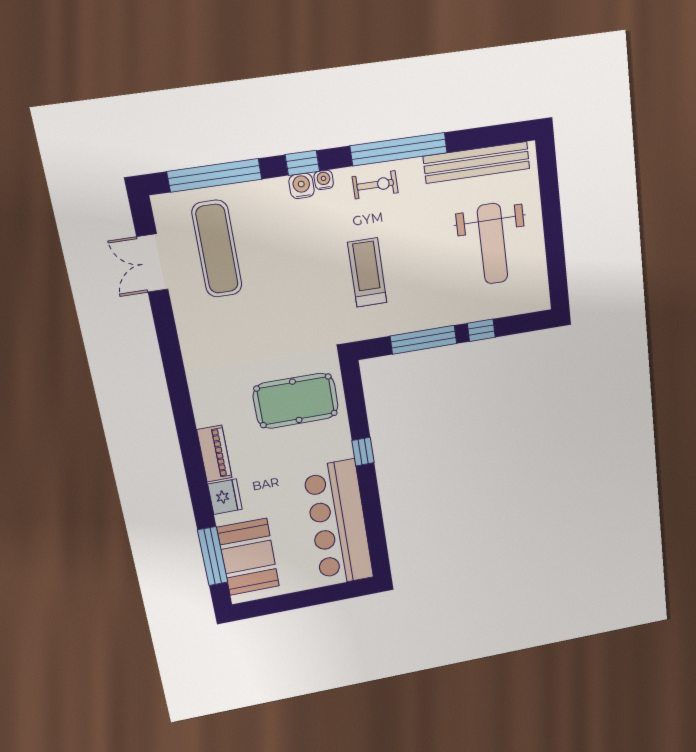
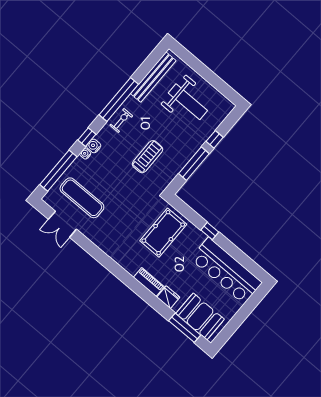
water cooler: (324, 180) -> (85, 154), moved
treadmill: (367, 273) -> (147, 157), turned 90

